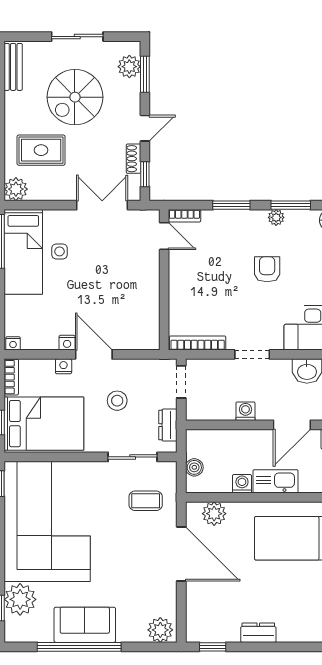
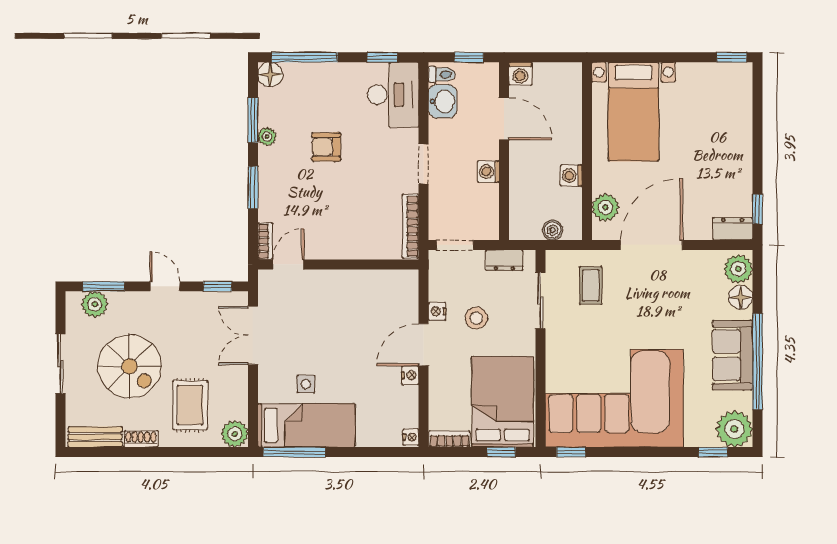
shoe rack: (134, 159) -> (141, 439), moved, turned 180
nightstand: (64, 366) -> (437, 311), moved
kitchen sink: (275, 481) -> (569, 137), removed
plant: (20, 599) -> (734, 429), moved
floor lamp: (135, 632) -> (741, 297), added
dresser: (258, 633) -> (733, 229), moved, turned 90

